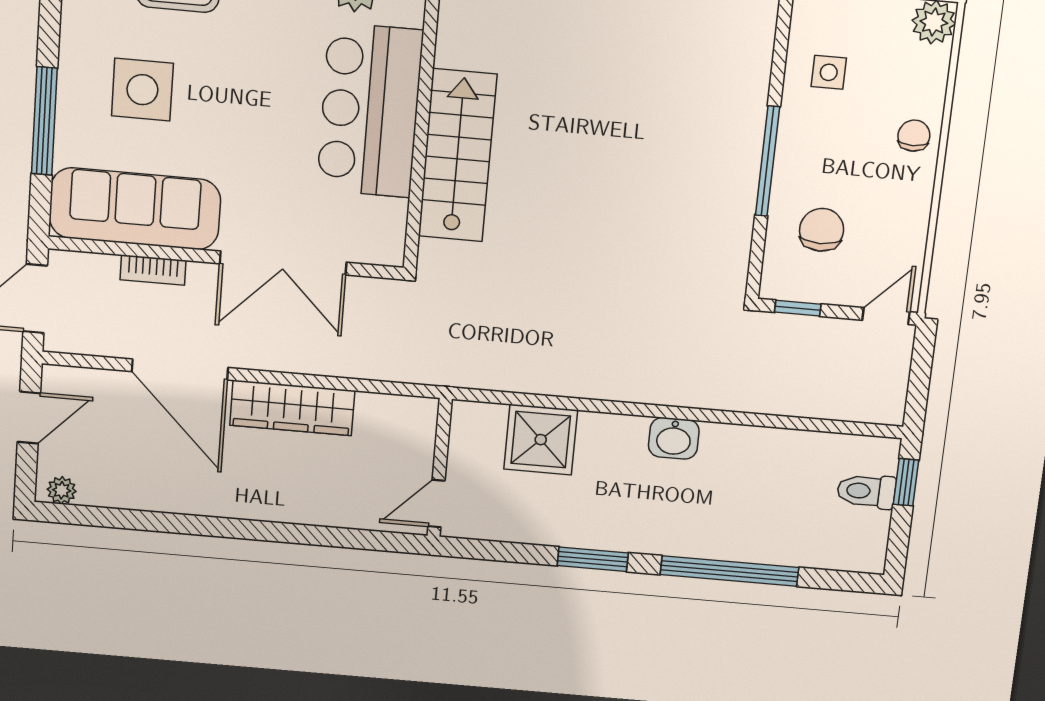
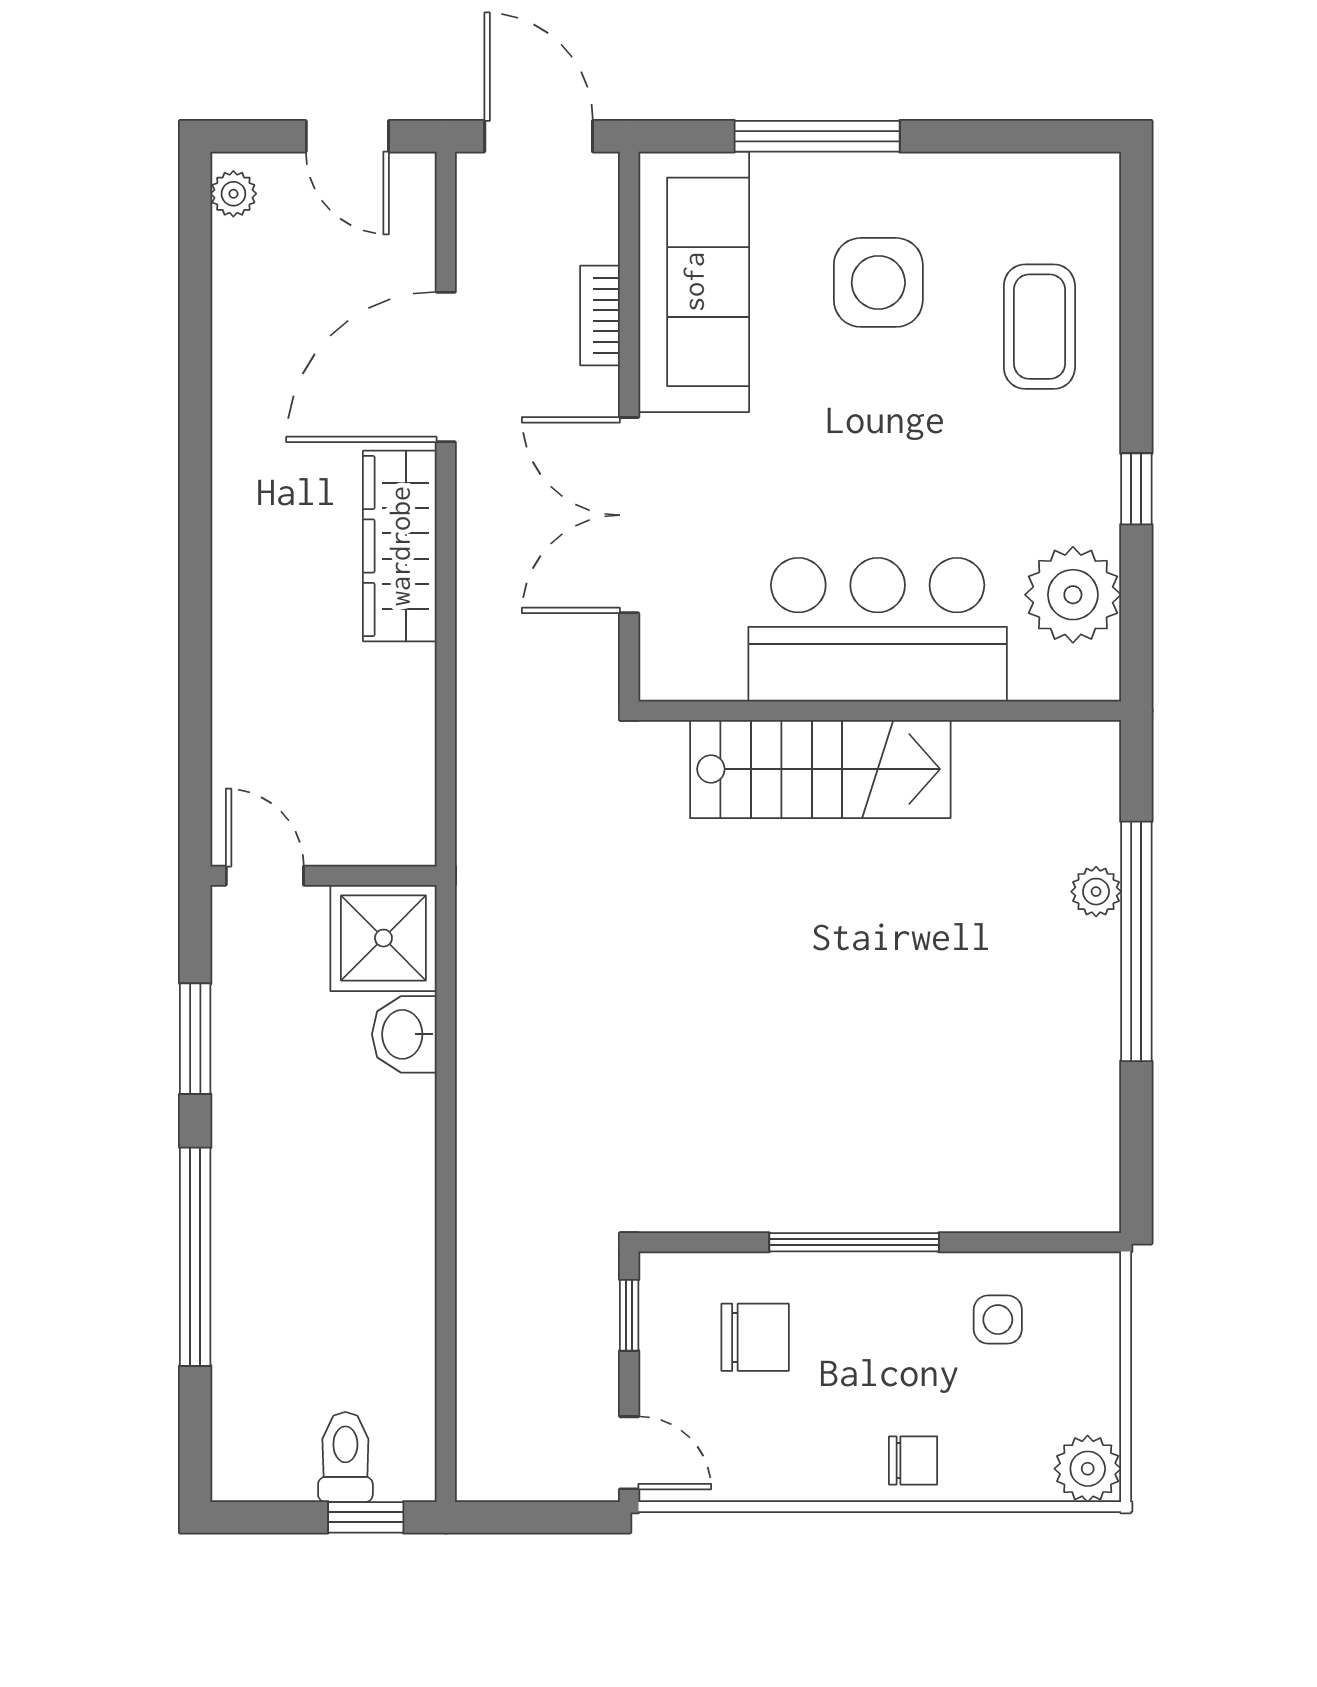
washbasin: (674, 438) -> (404, 1034), moved
wall: (440, 468) -> (324, 876), moved
door: (436, 503) -> (265, 876), moved

